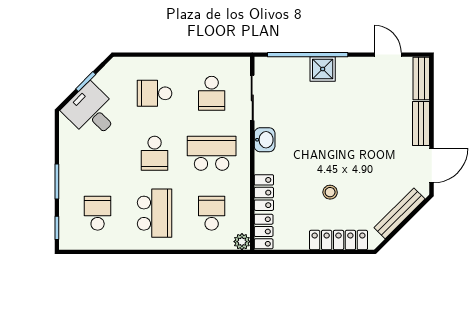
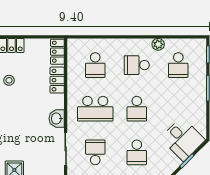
school desk: (155, 93) -> (137, 152), turned 90
school desk: (155, 153) -> (137, 109), turned 180
school desk: (155, 213) -> (137, 65), width x0.54
plant: (242, 242) -> (158, 44), moved

